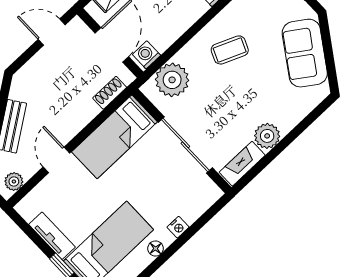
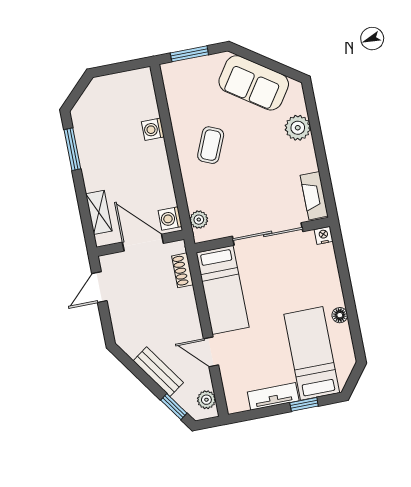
plant: (172, 80) -> (199, 220), width x0.53, depth x0.53
plant: (267, 136) -> (298, 128), moved
nightstand: (178, 227) -> (324, 235), moved, turned -90

